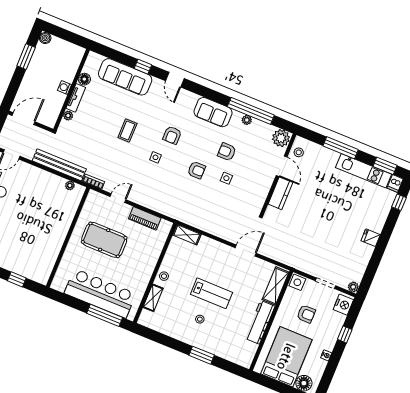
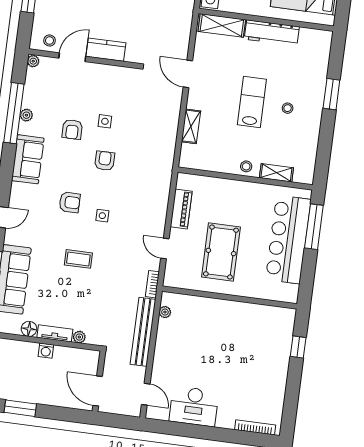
plant: (281, 138) -> (33, 61), width x0.53, depth x0.53
shelving: (187, 235) -> (191, 126), moved

